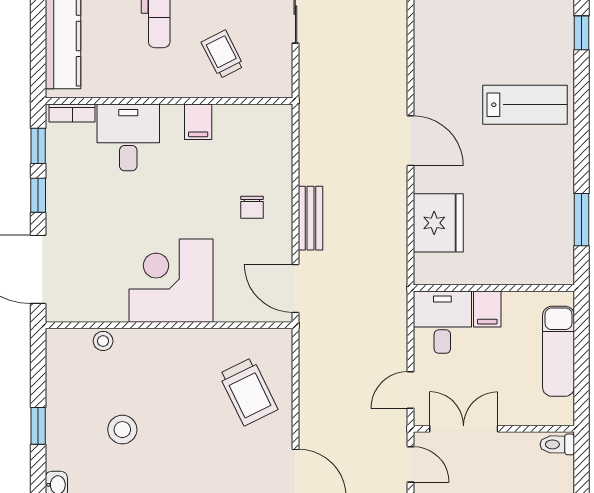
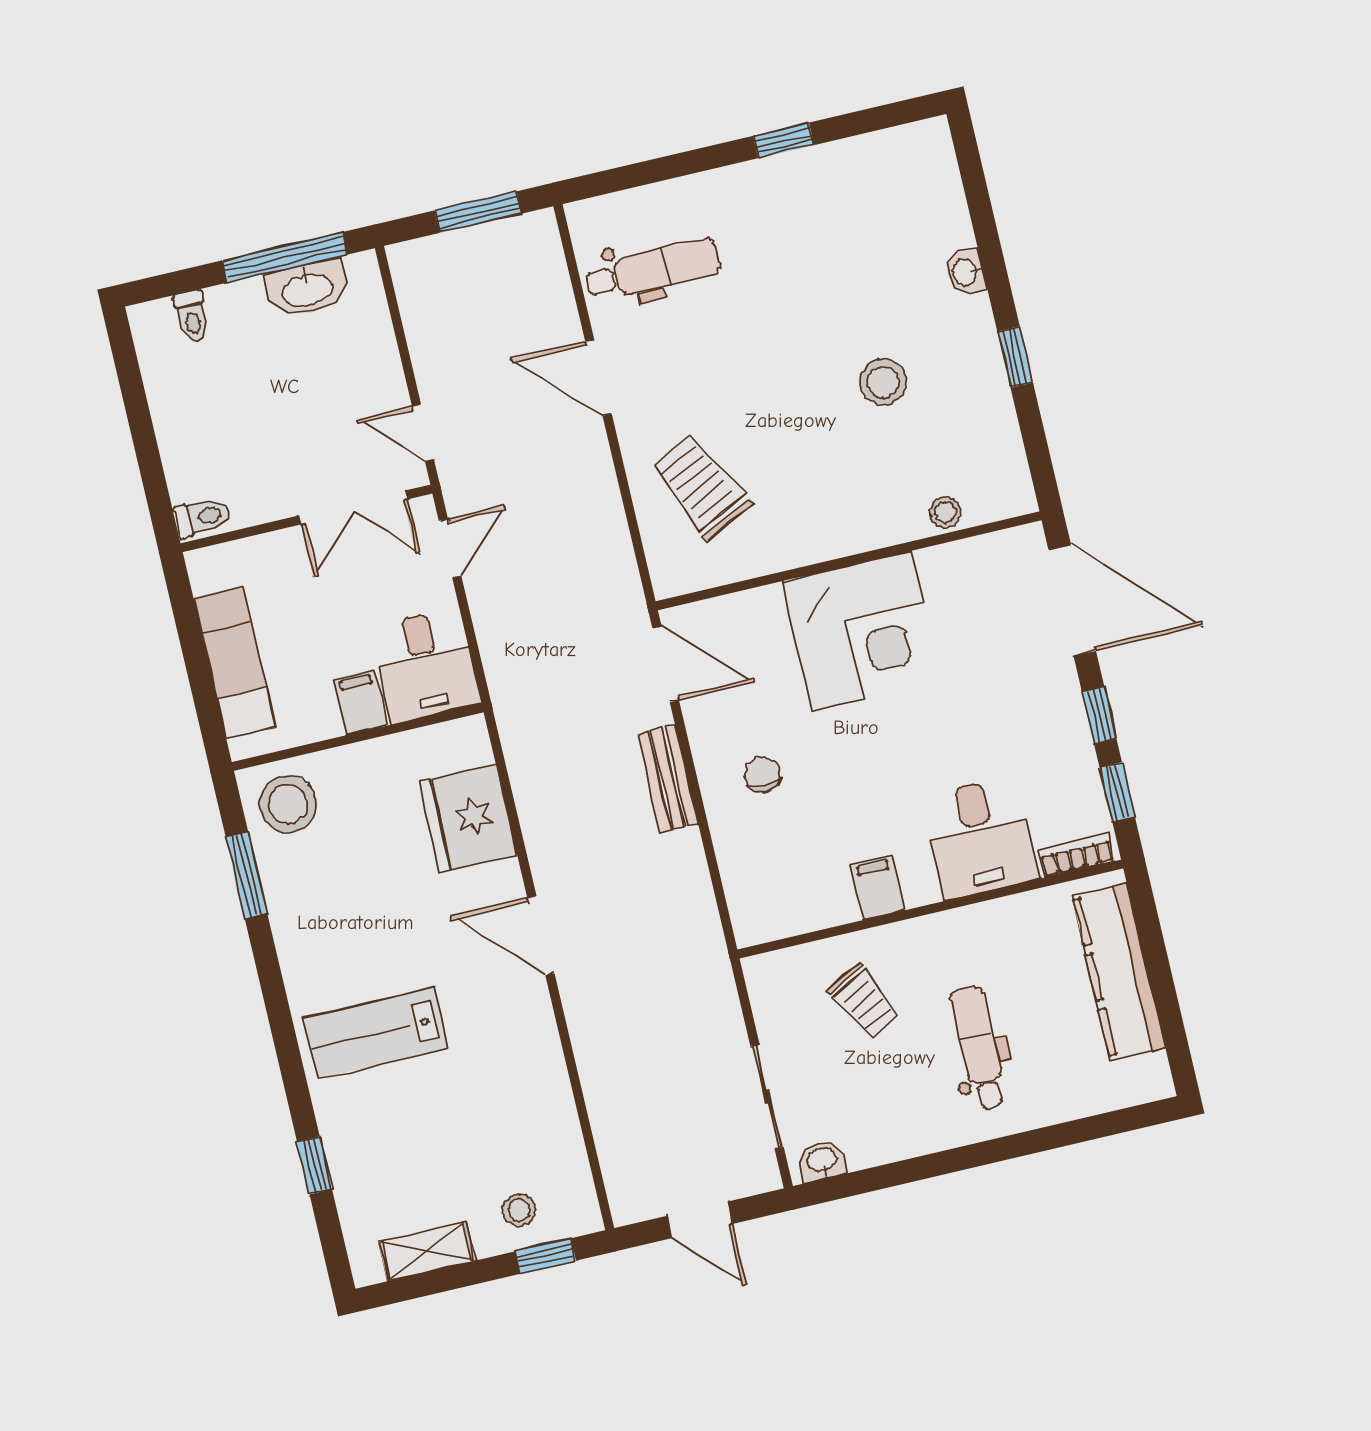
stool: (546, 257) -> (288, 804), added

